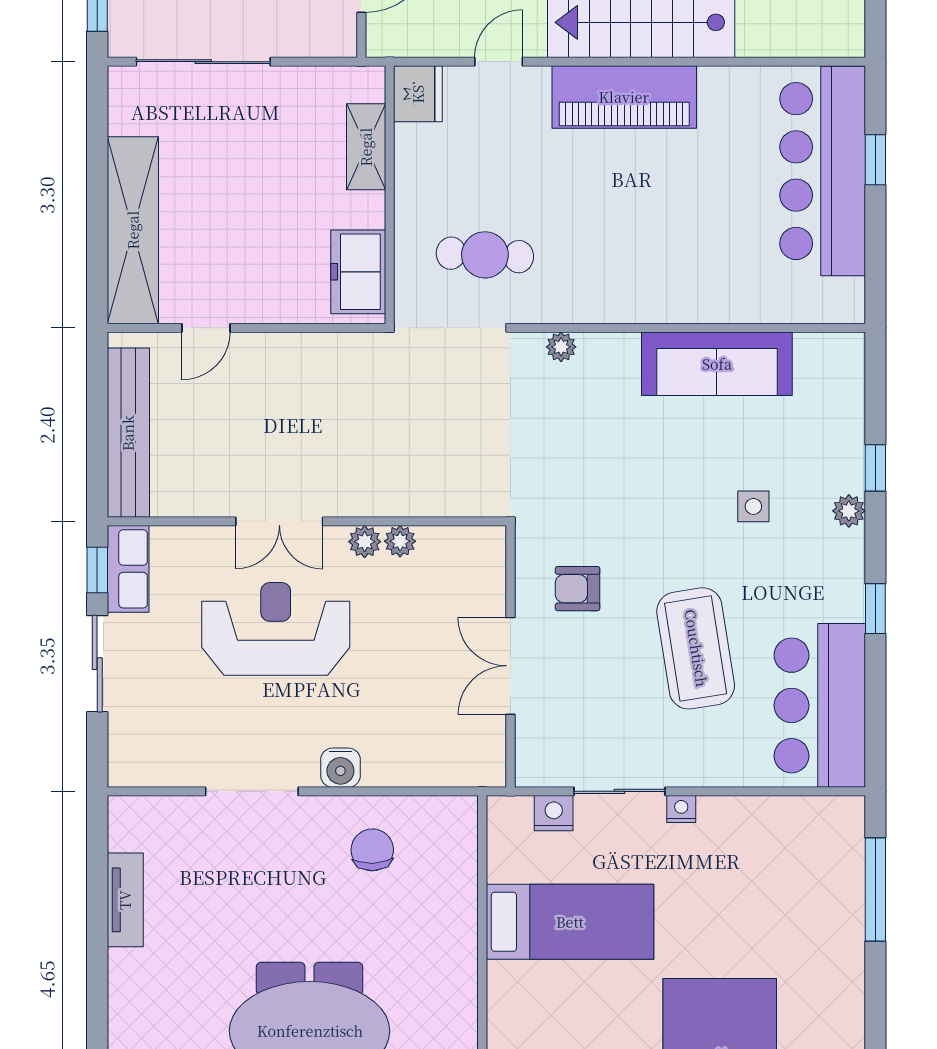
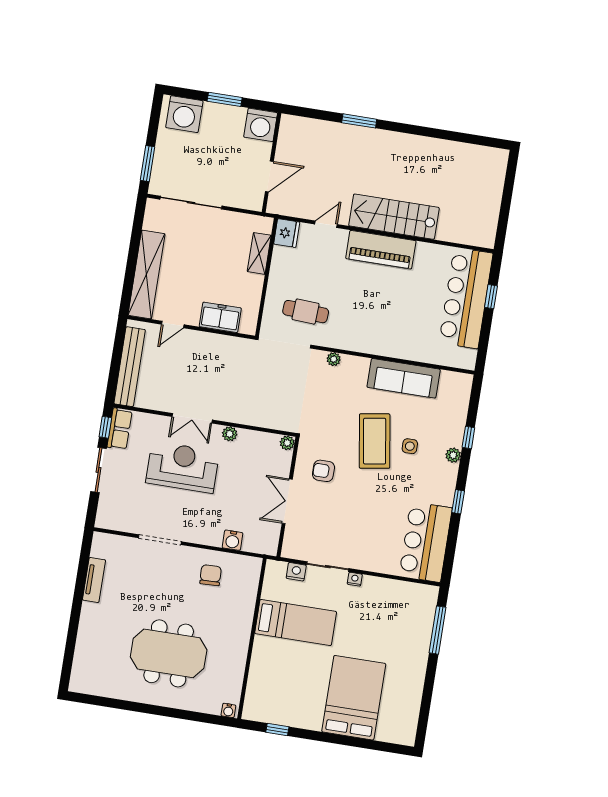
freezer: (358, 272) -> (220, 317), moved, turned 90
plant: (400, 541) -> (287, 443), moved
coffee table: (696, 648) -> (375, 441), moved
water cooler: (340, 768) -> (232, 540), moved

